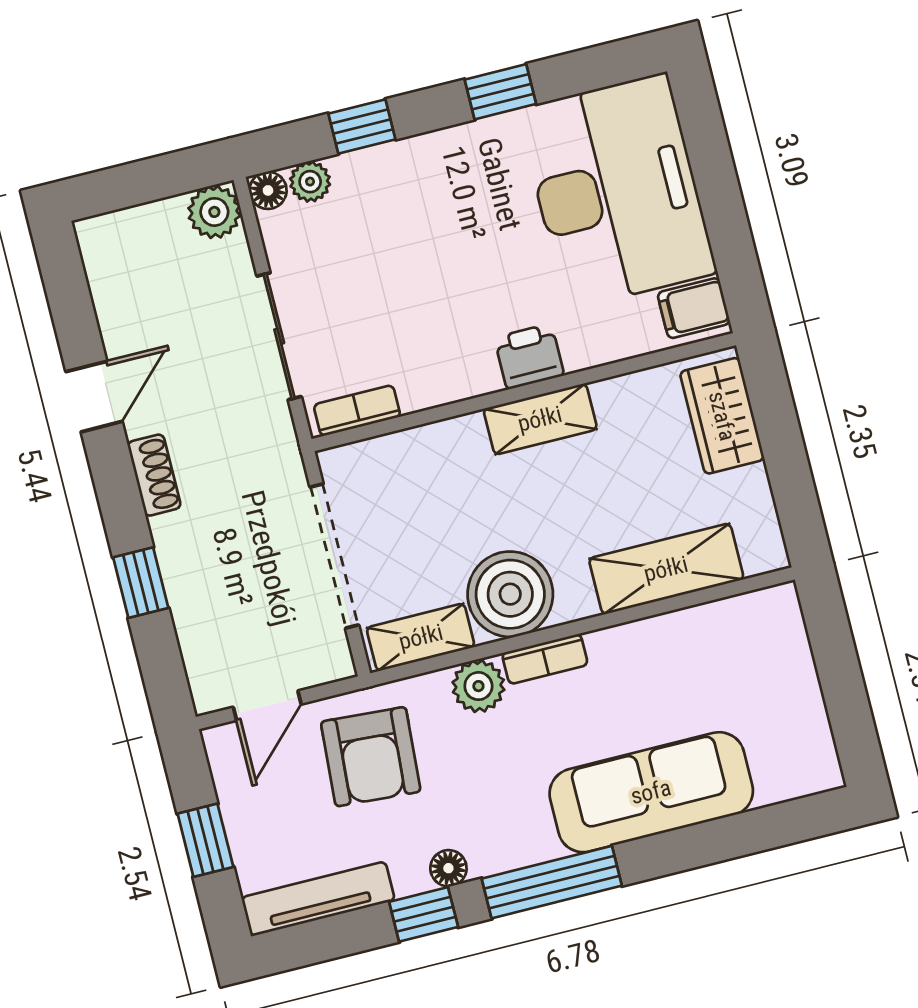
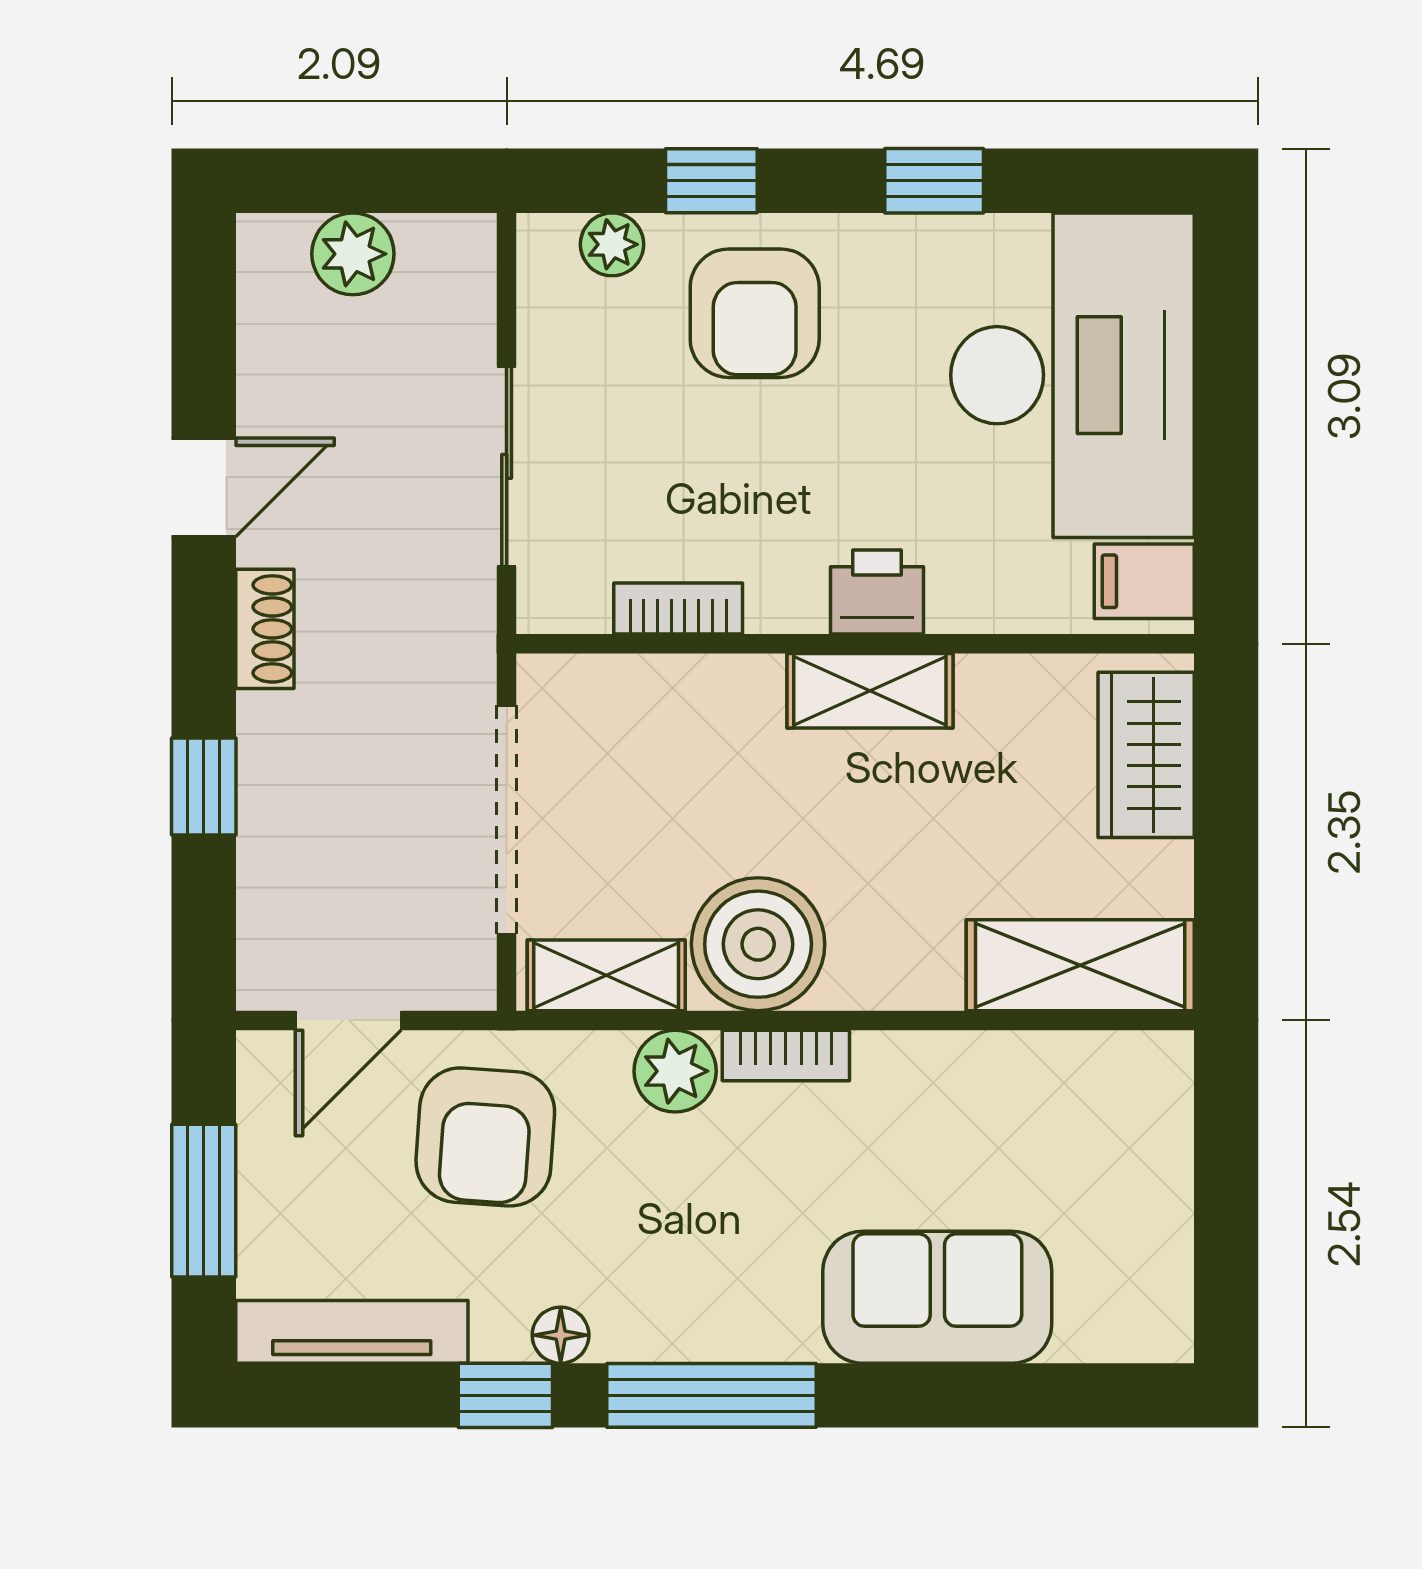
floor lamp: (268, 190) -> (545, 242), removed
armchair: (410, 202) -> (755, 313), added
plant: (214, 212) -> (353, 254), moved
bookcase: (357, 411) -> (678, 609), moved
shelving: (666, 569) -> (1080, 965), moved
sofa: (651, 792) -> (937, 1297), width x0.73
window: (205, 840) -> (204, 1201), width x1.50

